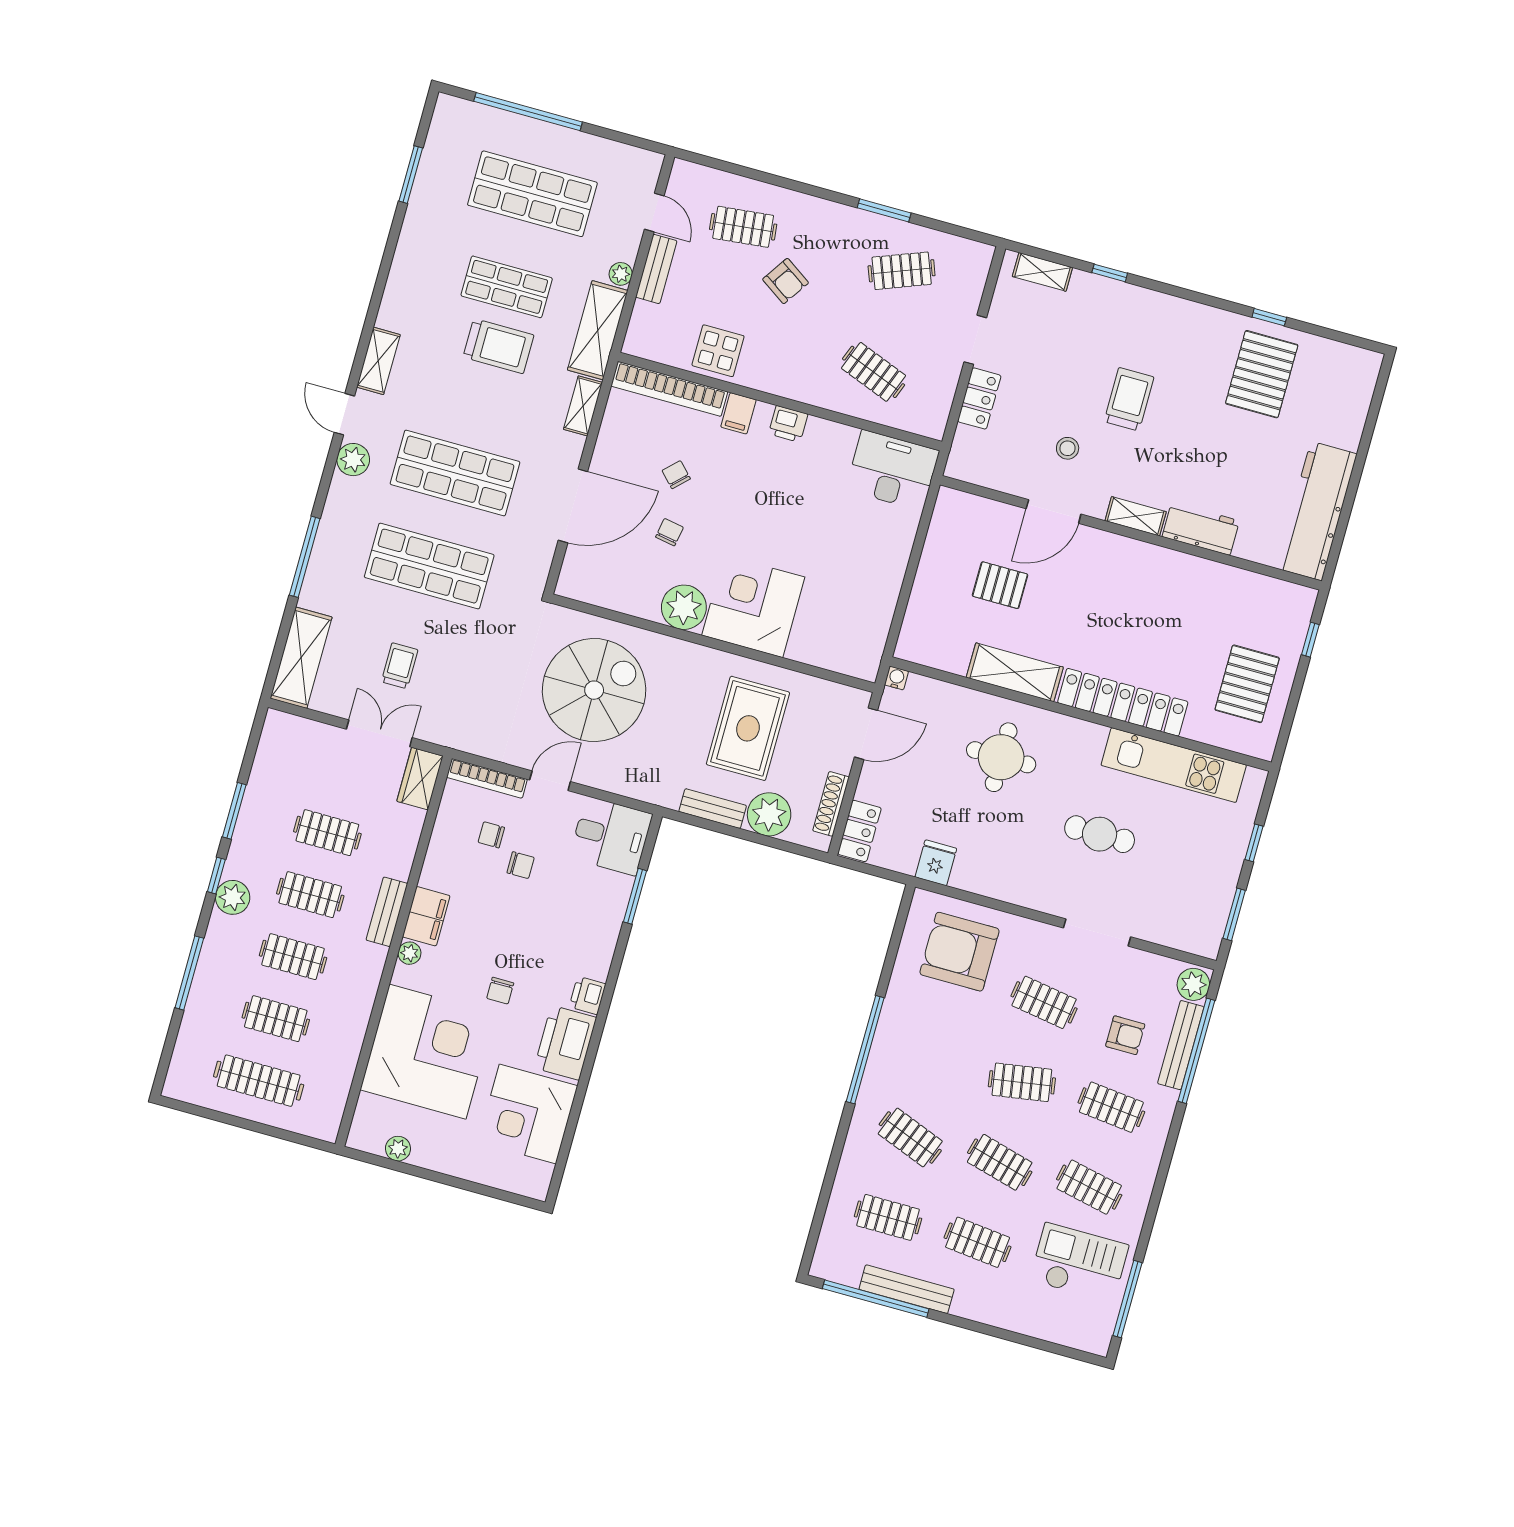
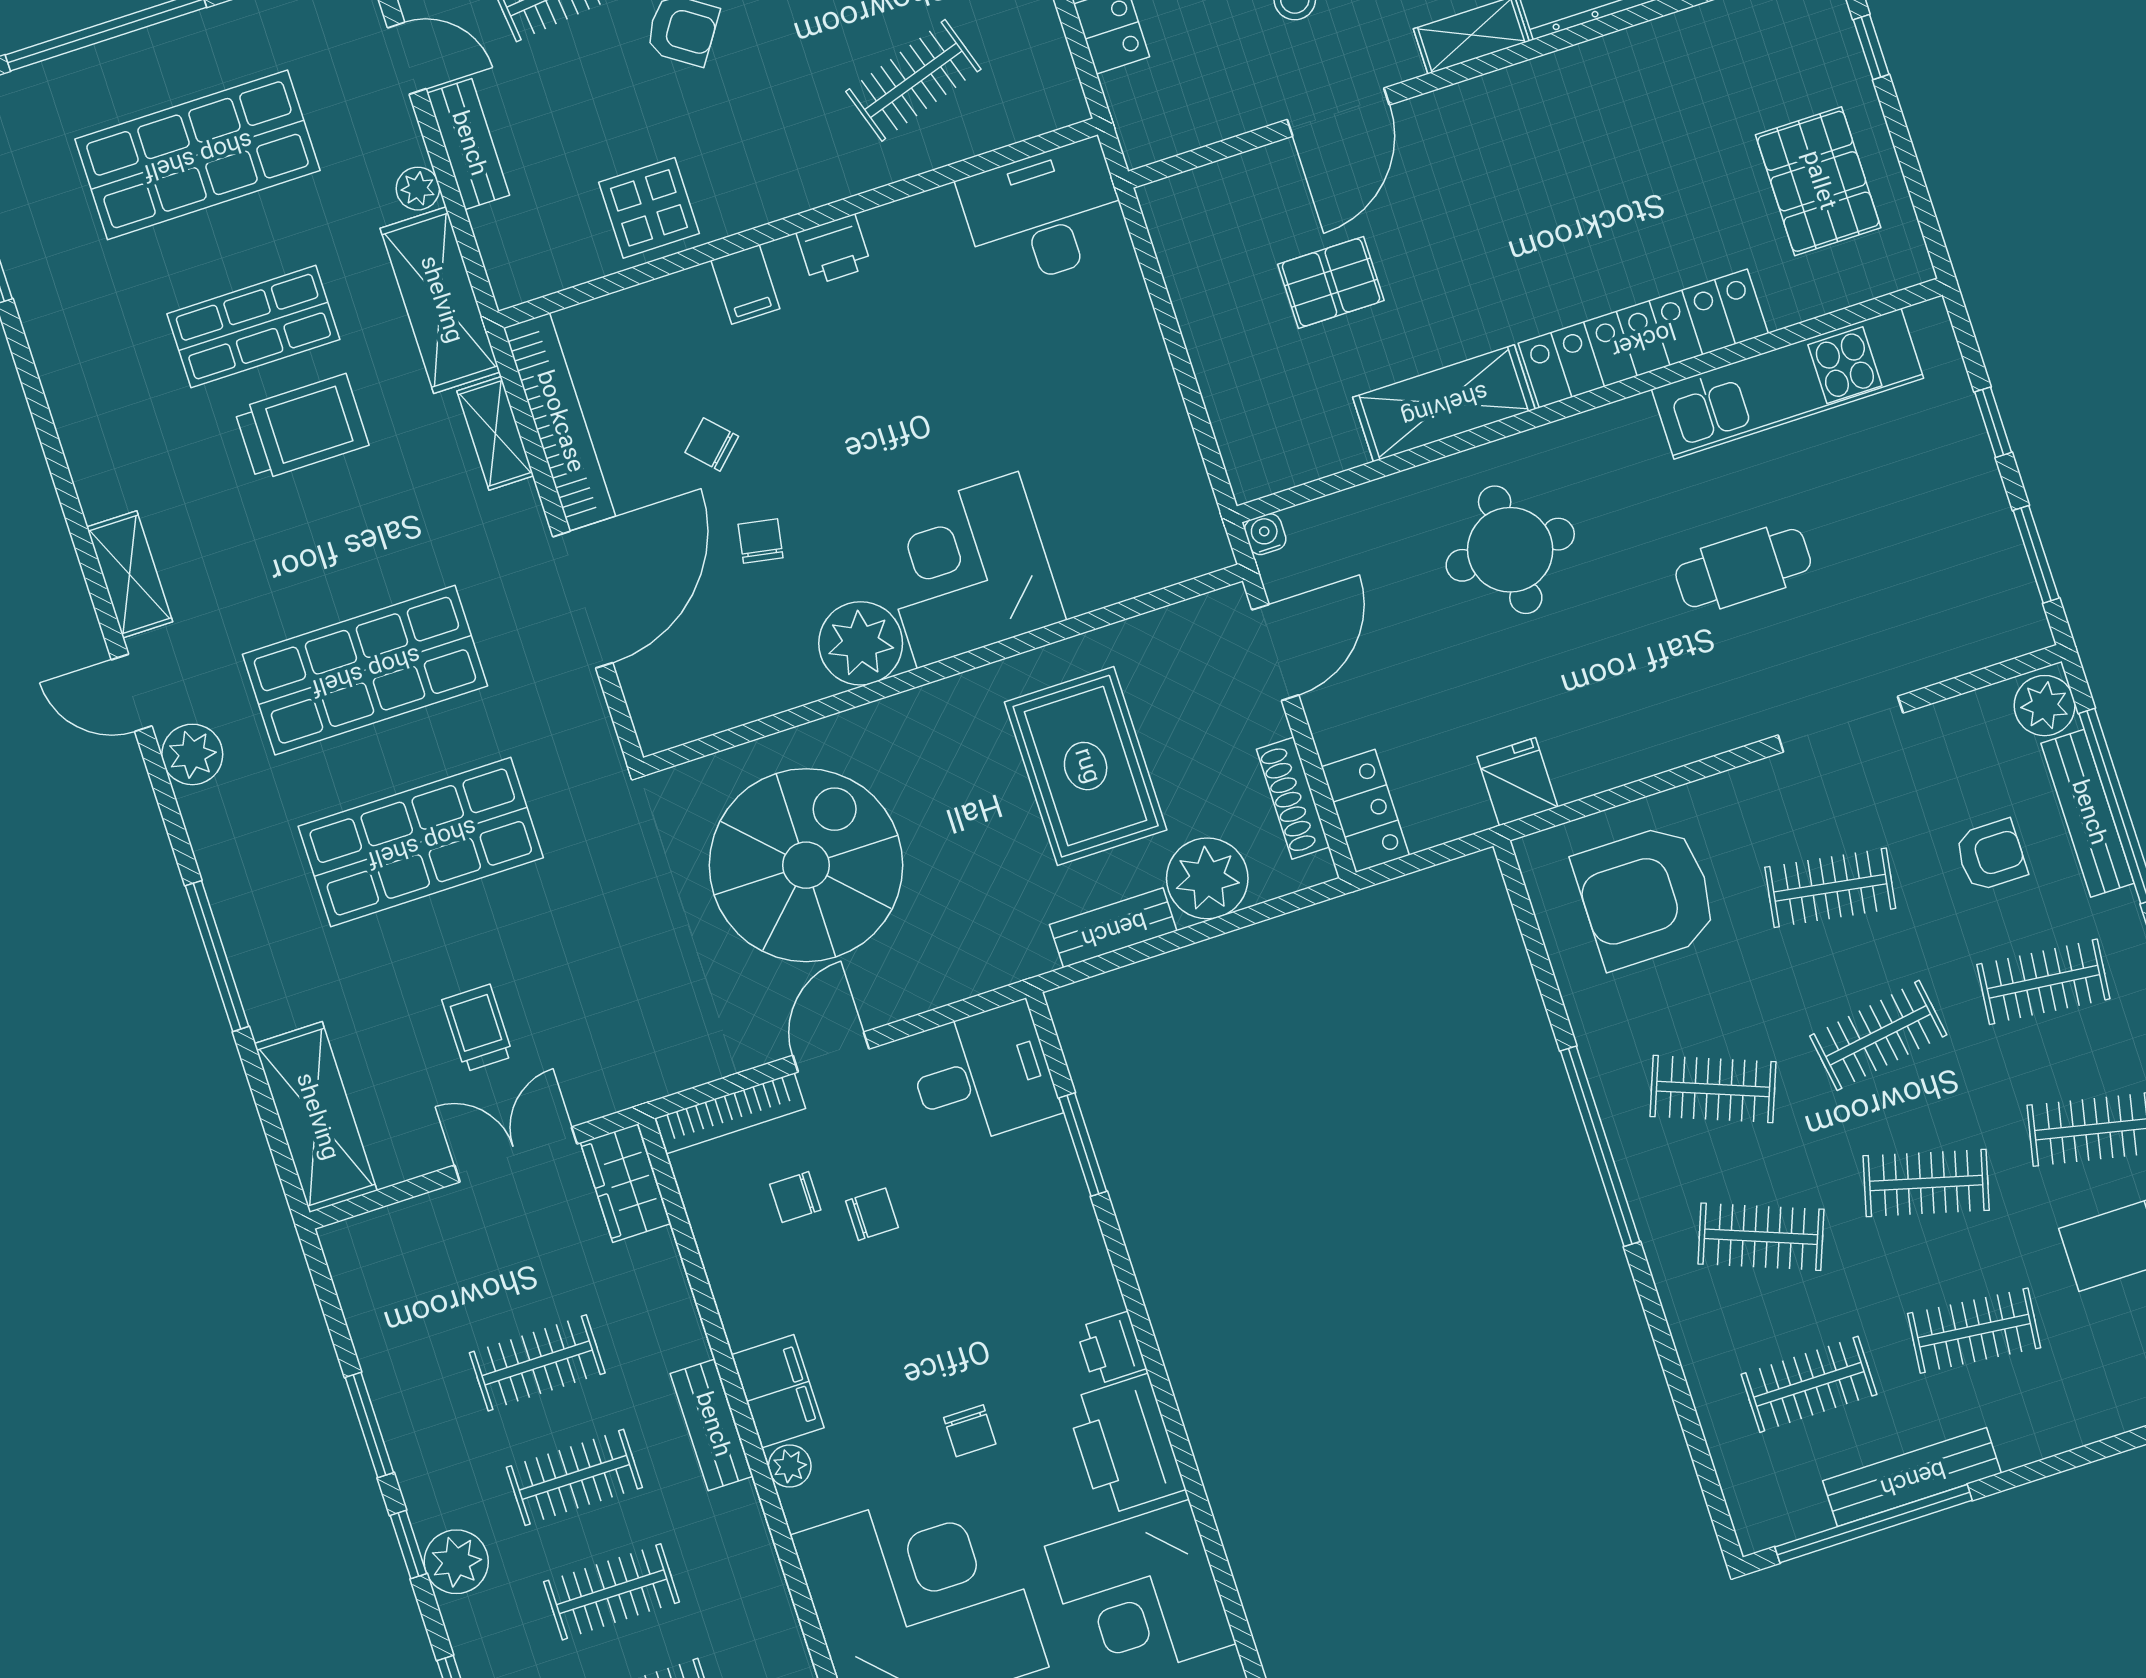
clothes rail: (874, 372) -> (913, 80), turned -39
bookcase: (669, 389) -> (559, 422), moved, turned -90
clothes rail: (932, 1058) -> (1713, 1089), added

